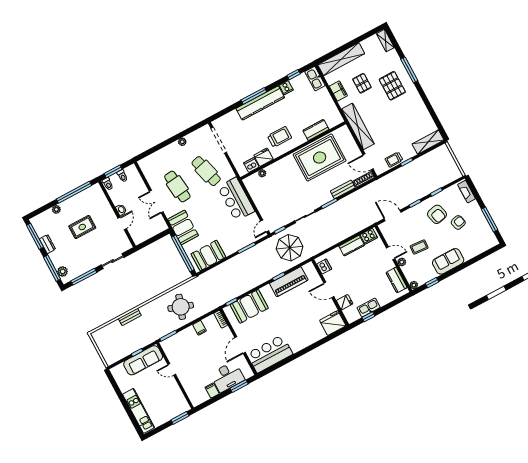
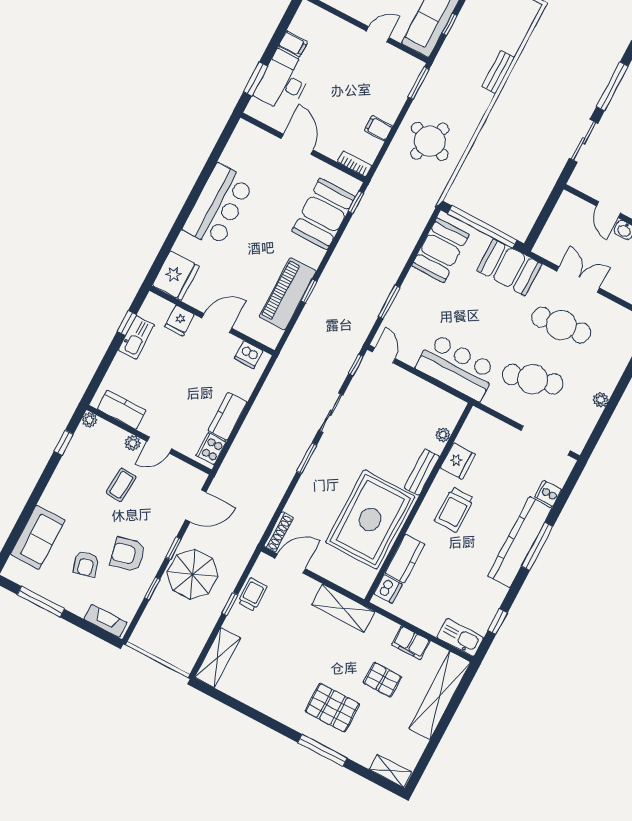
cooker: (286, 88) -> (548, 493), moved
shelving: (358, 126) -> (343, 608), width x0.68
dishwasher: (251, 165) -> (388, 589), moved
bench: (343, 189) -> (422, 472), moved
parasol: (290, 248) -> (193, 574), moved
sofa: (448, 261) -> (38, 537), moved
bar counter: (270, 354) -> (218, 206), moved

